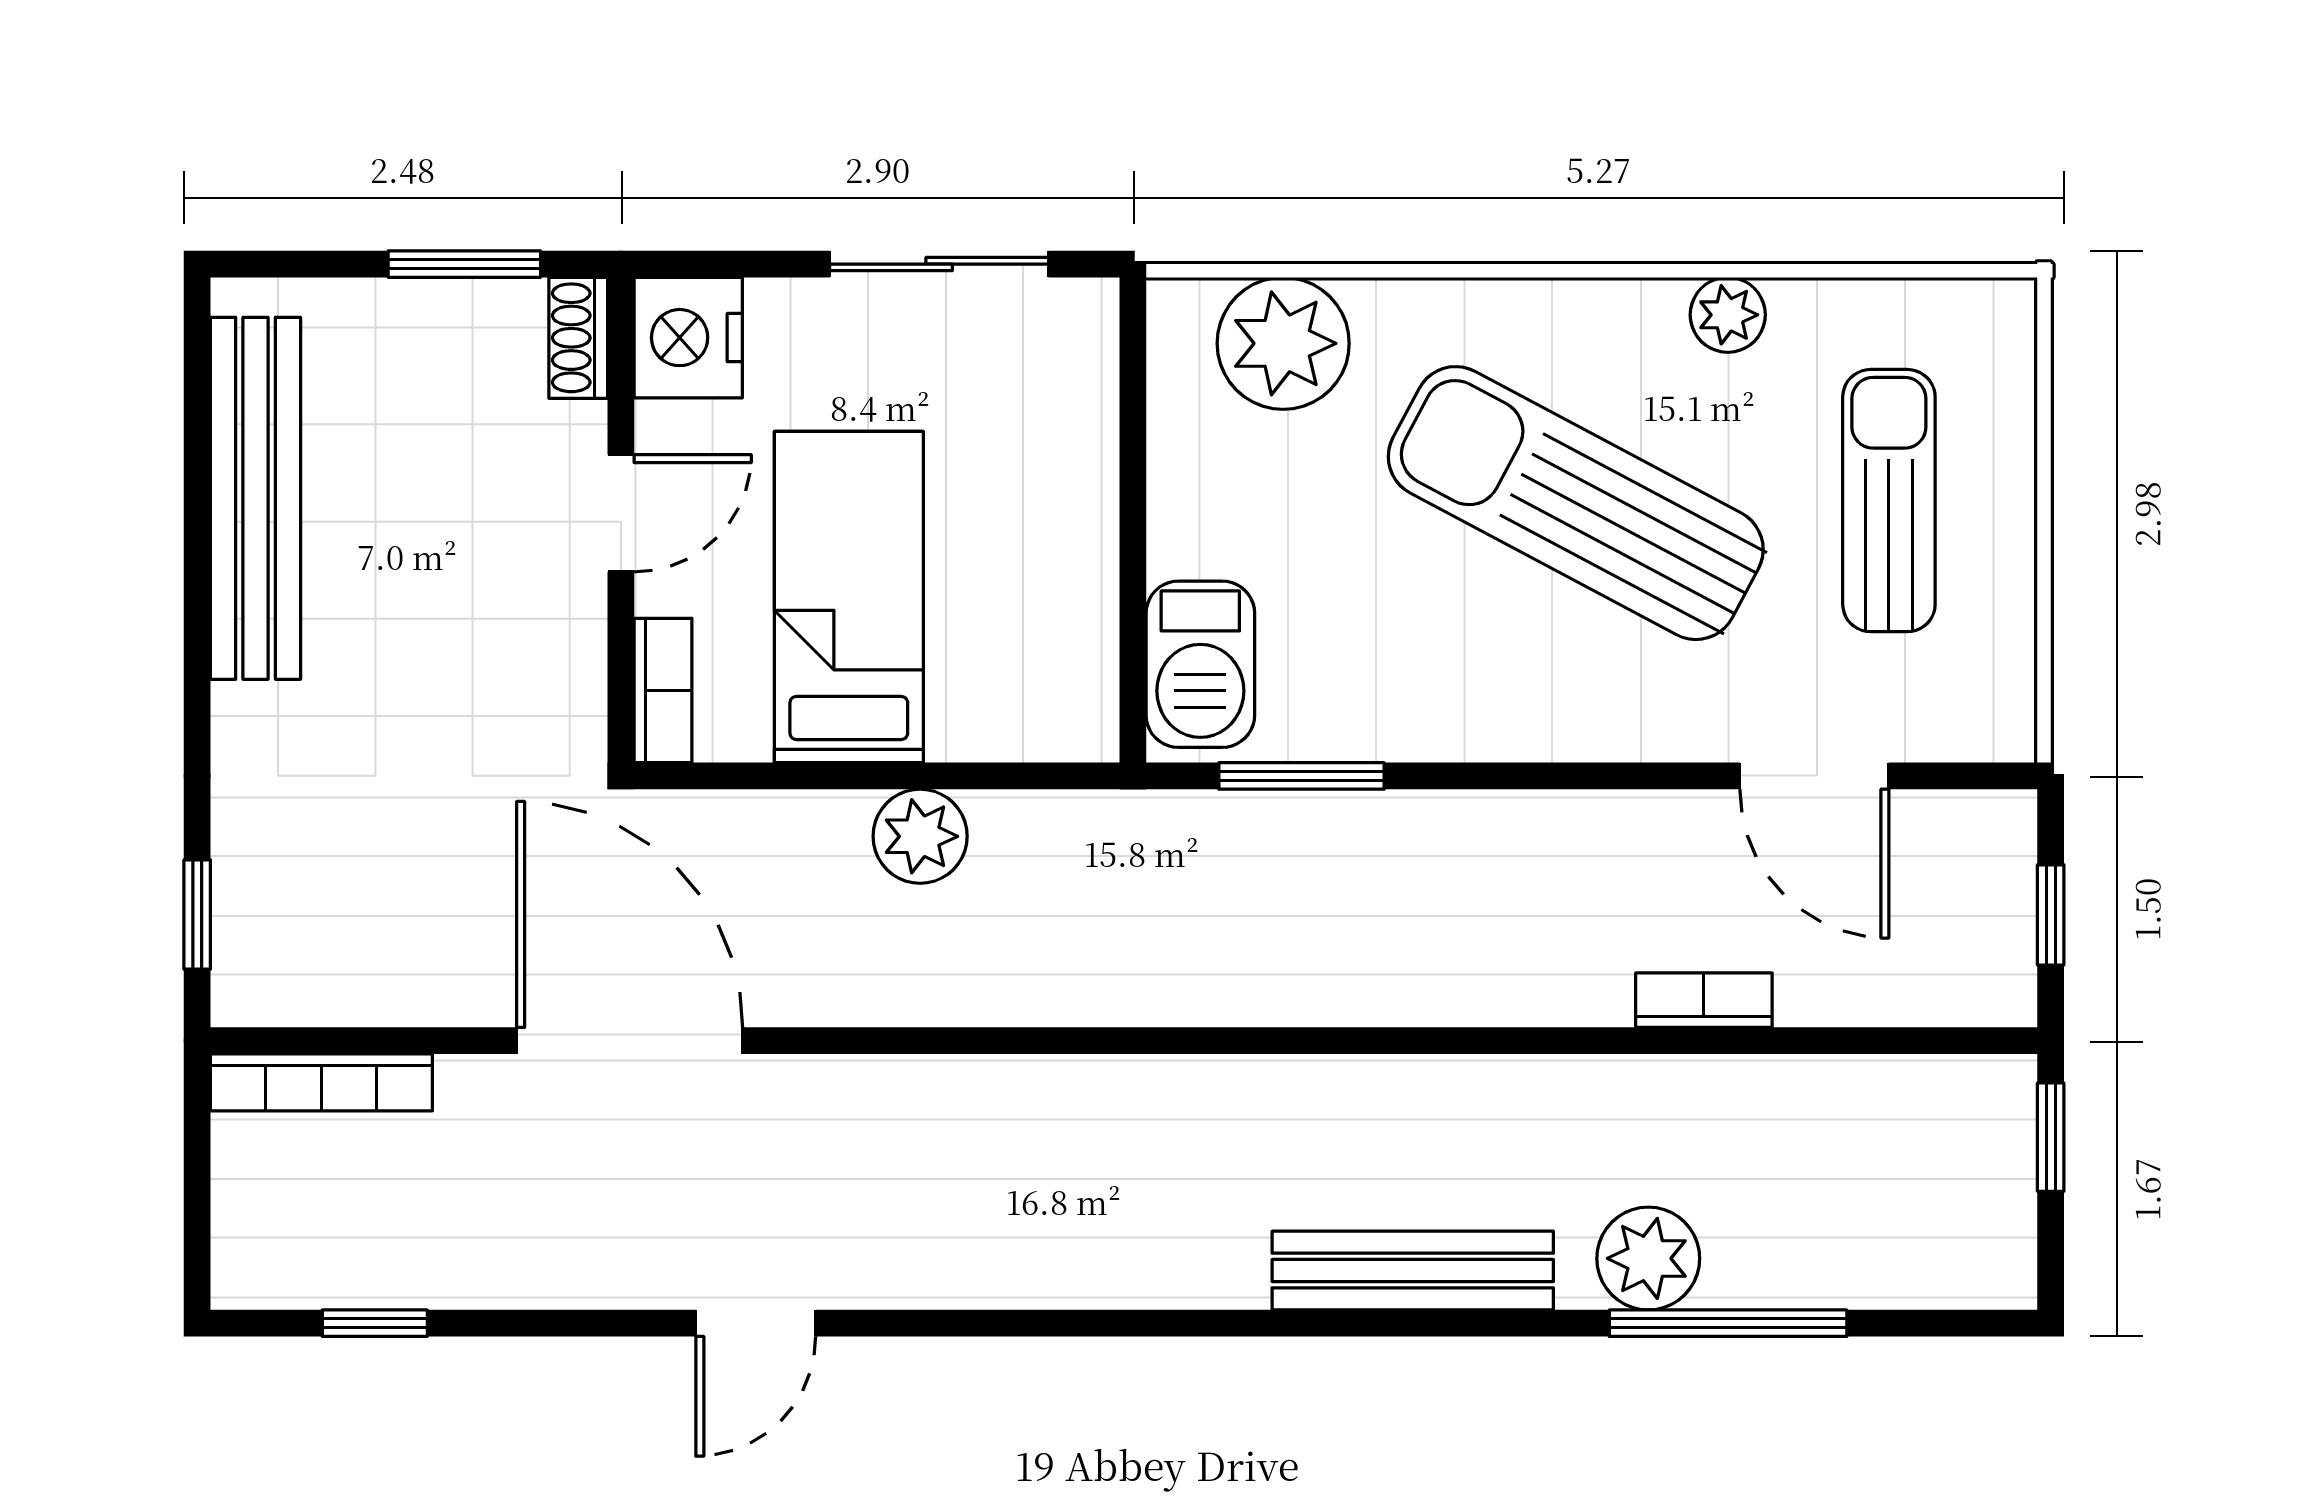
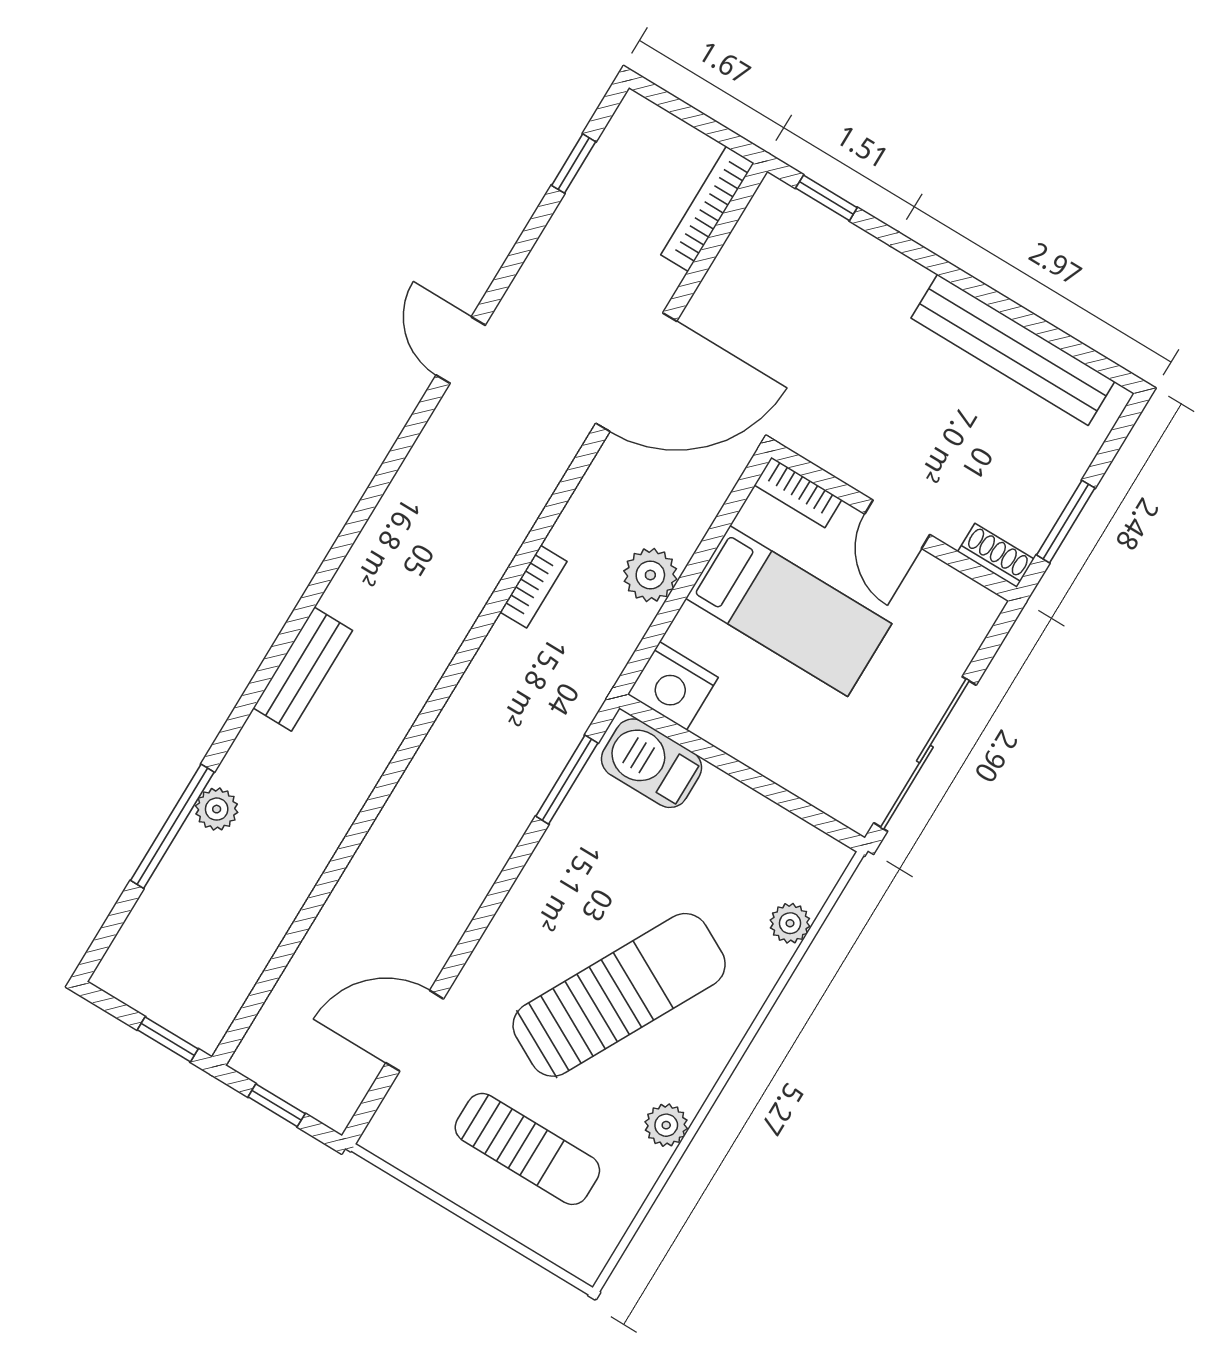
sliding door: (939, 264) -> (925, 754), width x1.37
nightstand: (688, 338) -> (673, 686), moved, turned 180
plant: (1283, 343) -> (790, 923), width x0.53, depth x0.53
bookcase: (1704, 1000) -> (534, 587), moved
plant: (1648, 1258) -> (217, 809), width x0.73, depth x0.73
bench: (1413, 1271) -> (303, 669), width x0.73

